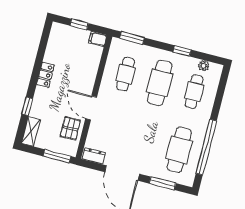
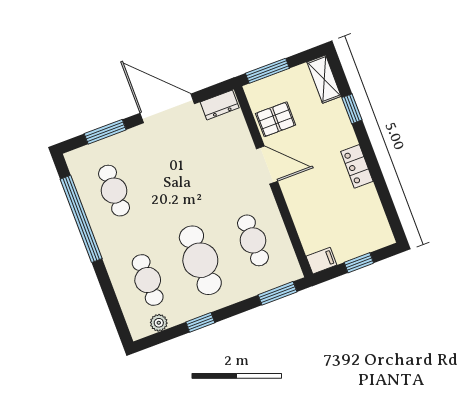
pallet: (70, 128) -> (276, 119), turned 90
cafe table: (179, 150) -> (114, 191), width x0.73, depth x0.74

